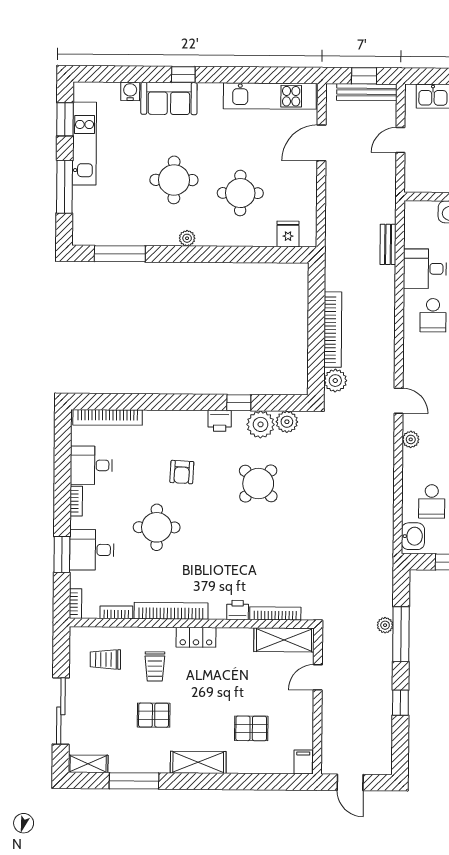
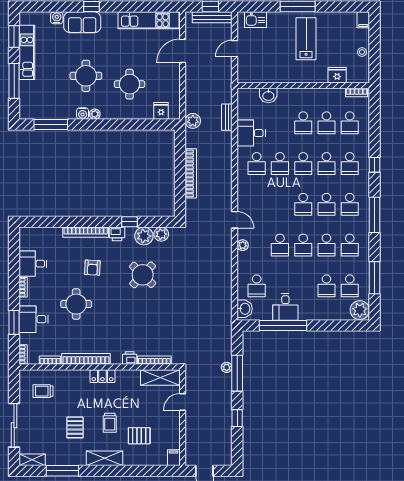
water cooler: (168, 237) -> (83, 113), added
plant: (335, 381) -> (193, 121), moved
bookcase: (108, 417) -> (86, 232), moved
trolley: (155, 666) -> (110, 423), moved
pallet: (154, 715) -> (75, 427), turned 90

